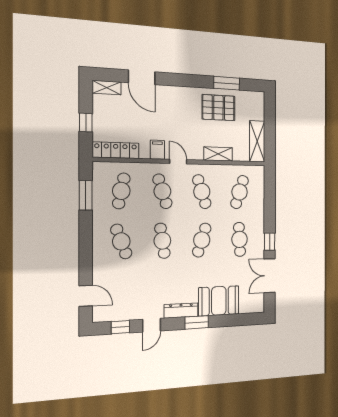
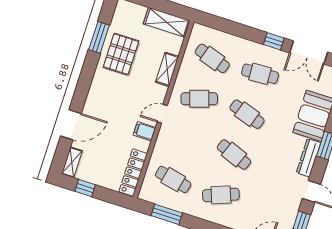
window: (86, 123) -> (85, 188), moved
cafe table: (162, 191) -> (186, 139), removed
cafe table: (162, 241) -> (234, 155), turned 30

